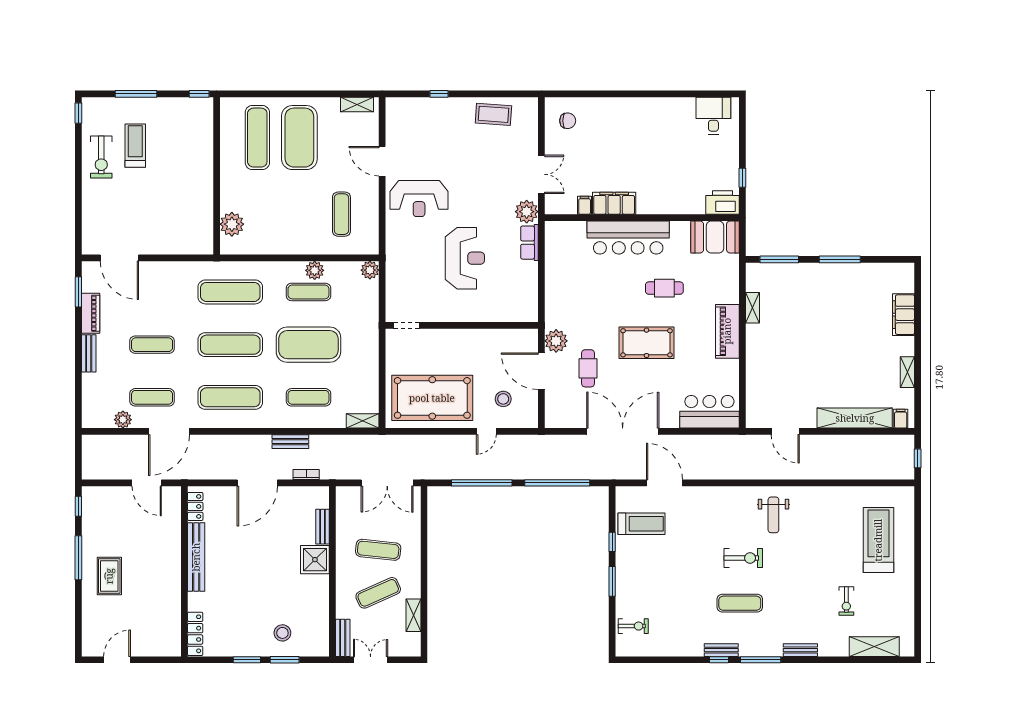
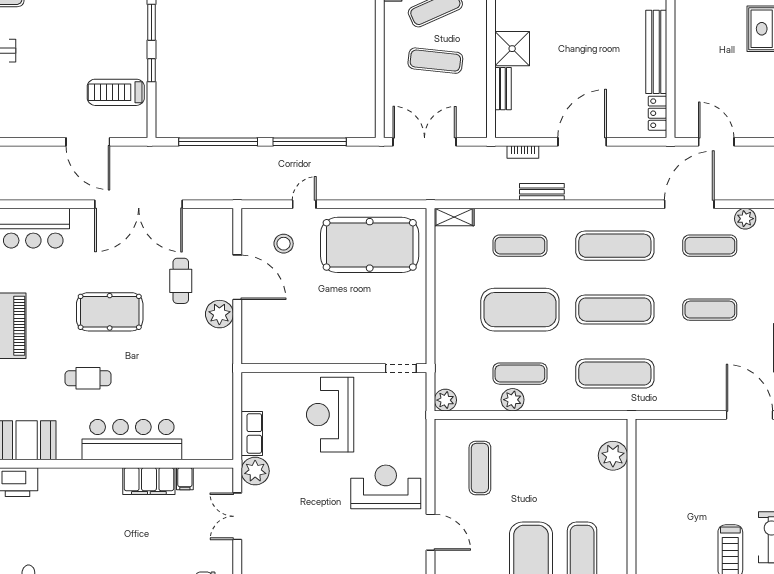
doorway: (407, 325) -> (401, 368), moved
wall: (462, 325) -> (334, 368), moved

